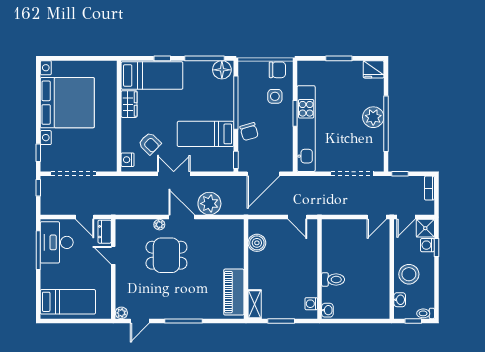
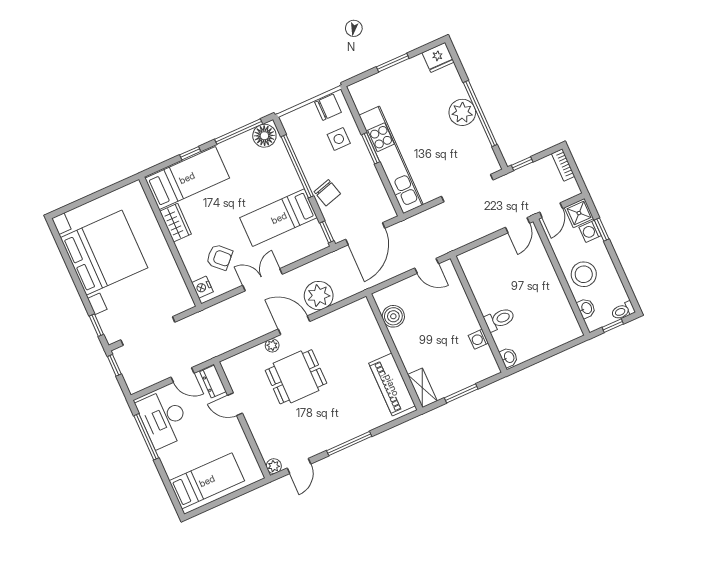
washing machine: (311, 304) -> (478, 339), moved

